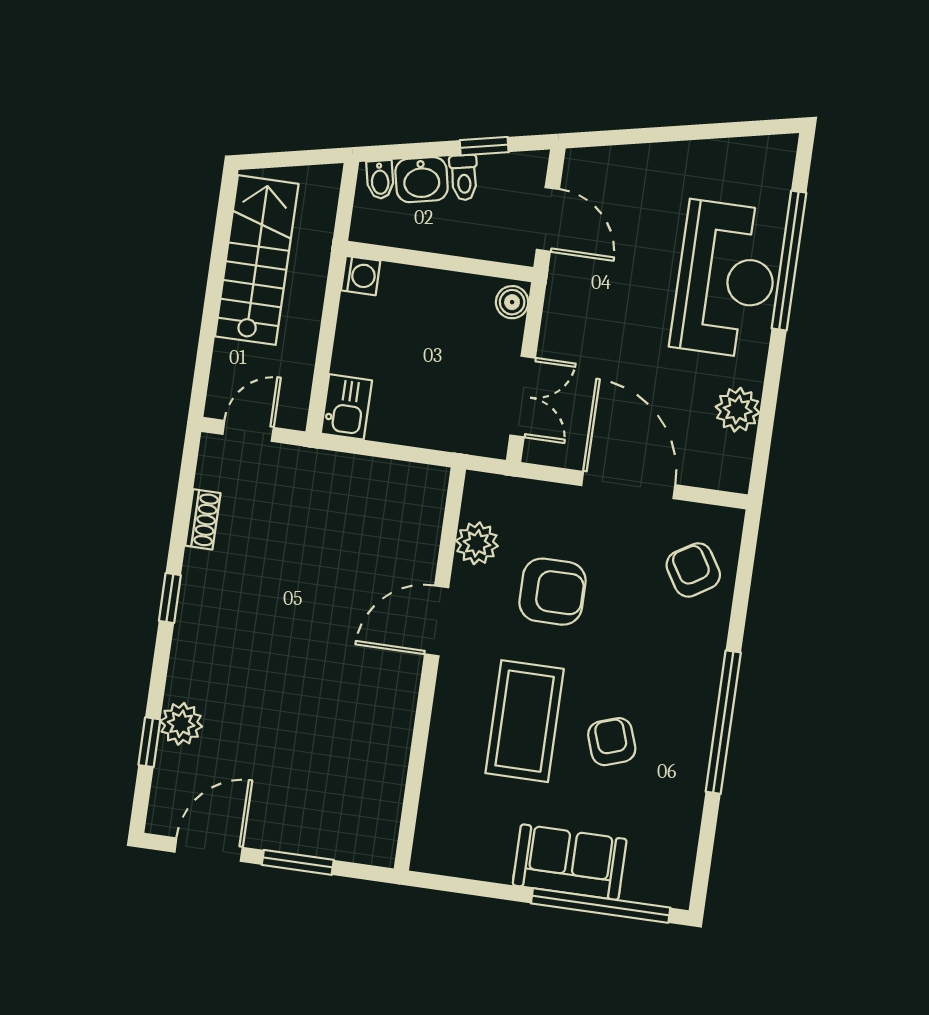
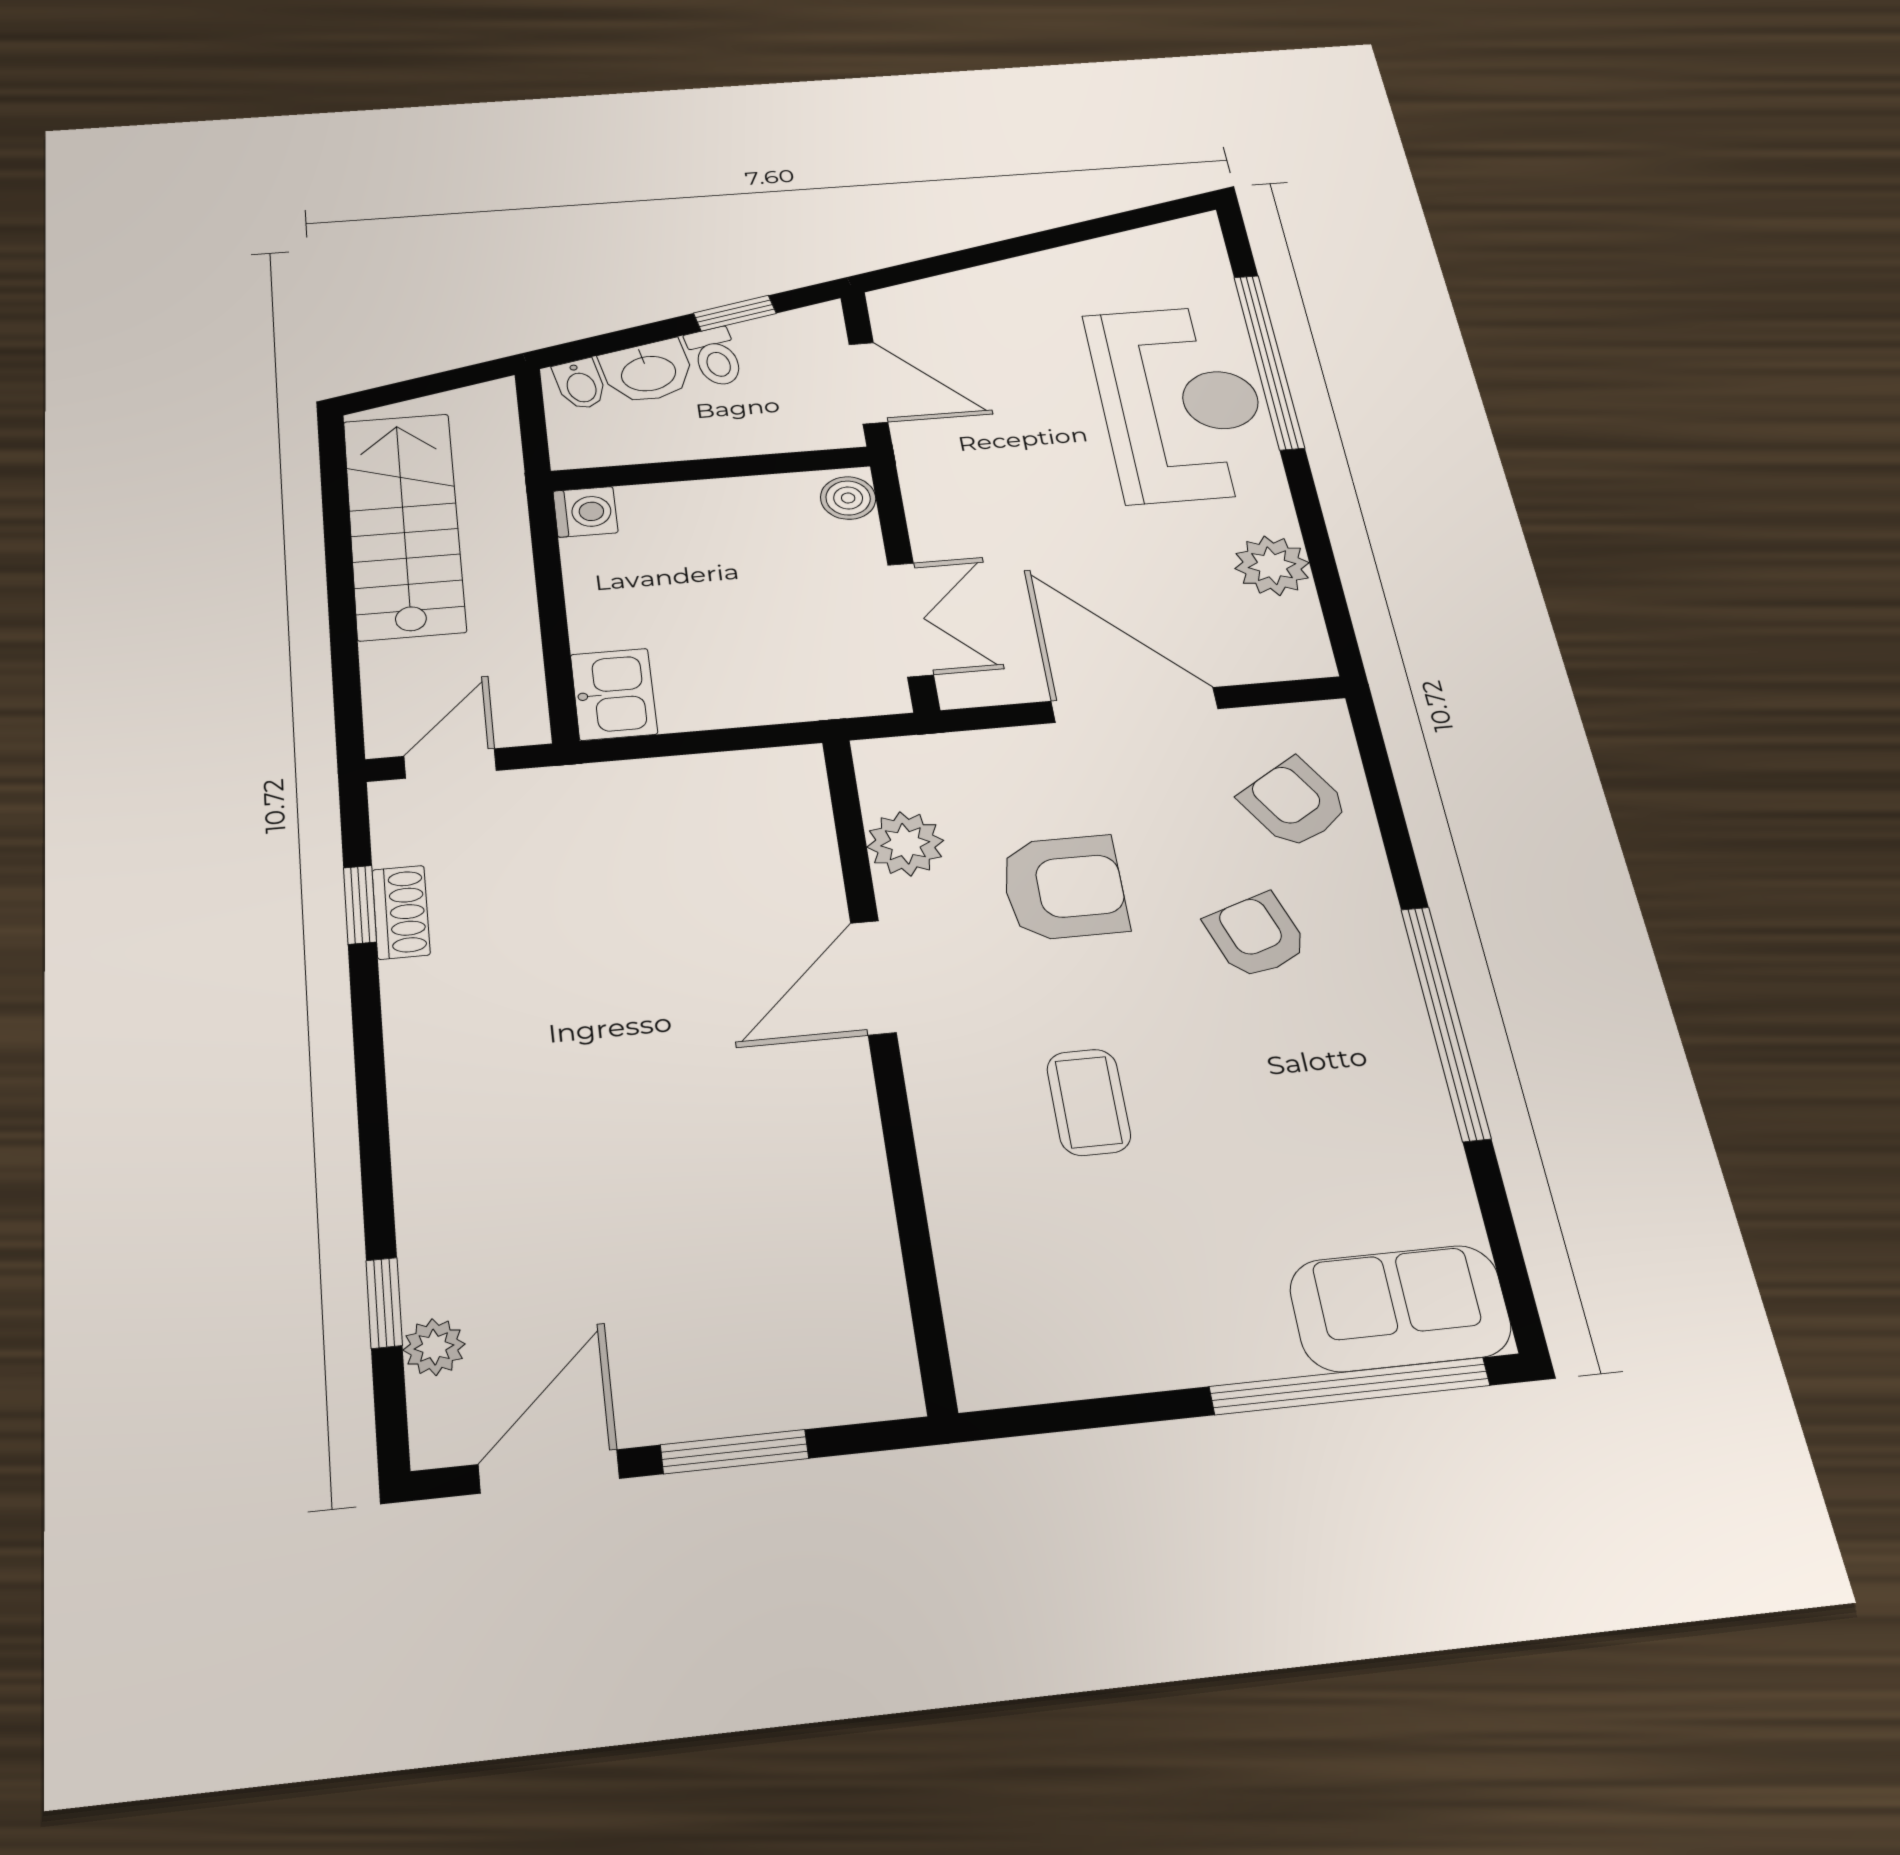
window: (170, 598) -> (360, 905), moved
coffee table: (525, 721) -> (1089, 1102), width x0.54, depth x0.58
plant: (181, 724) -> (434, 1347), moved, width x0.73, depth x0.73
armchair: (612, 742) -> (1256, 936), moved
sofa: (570, 862) -> (1400, 1308), moved

